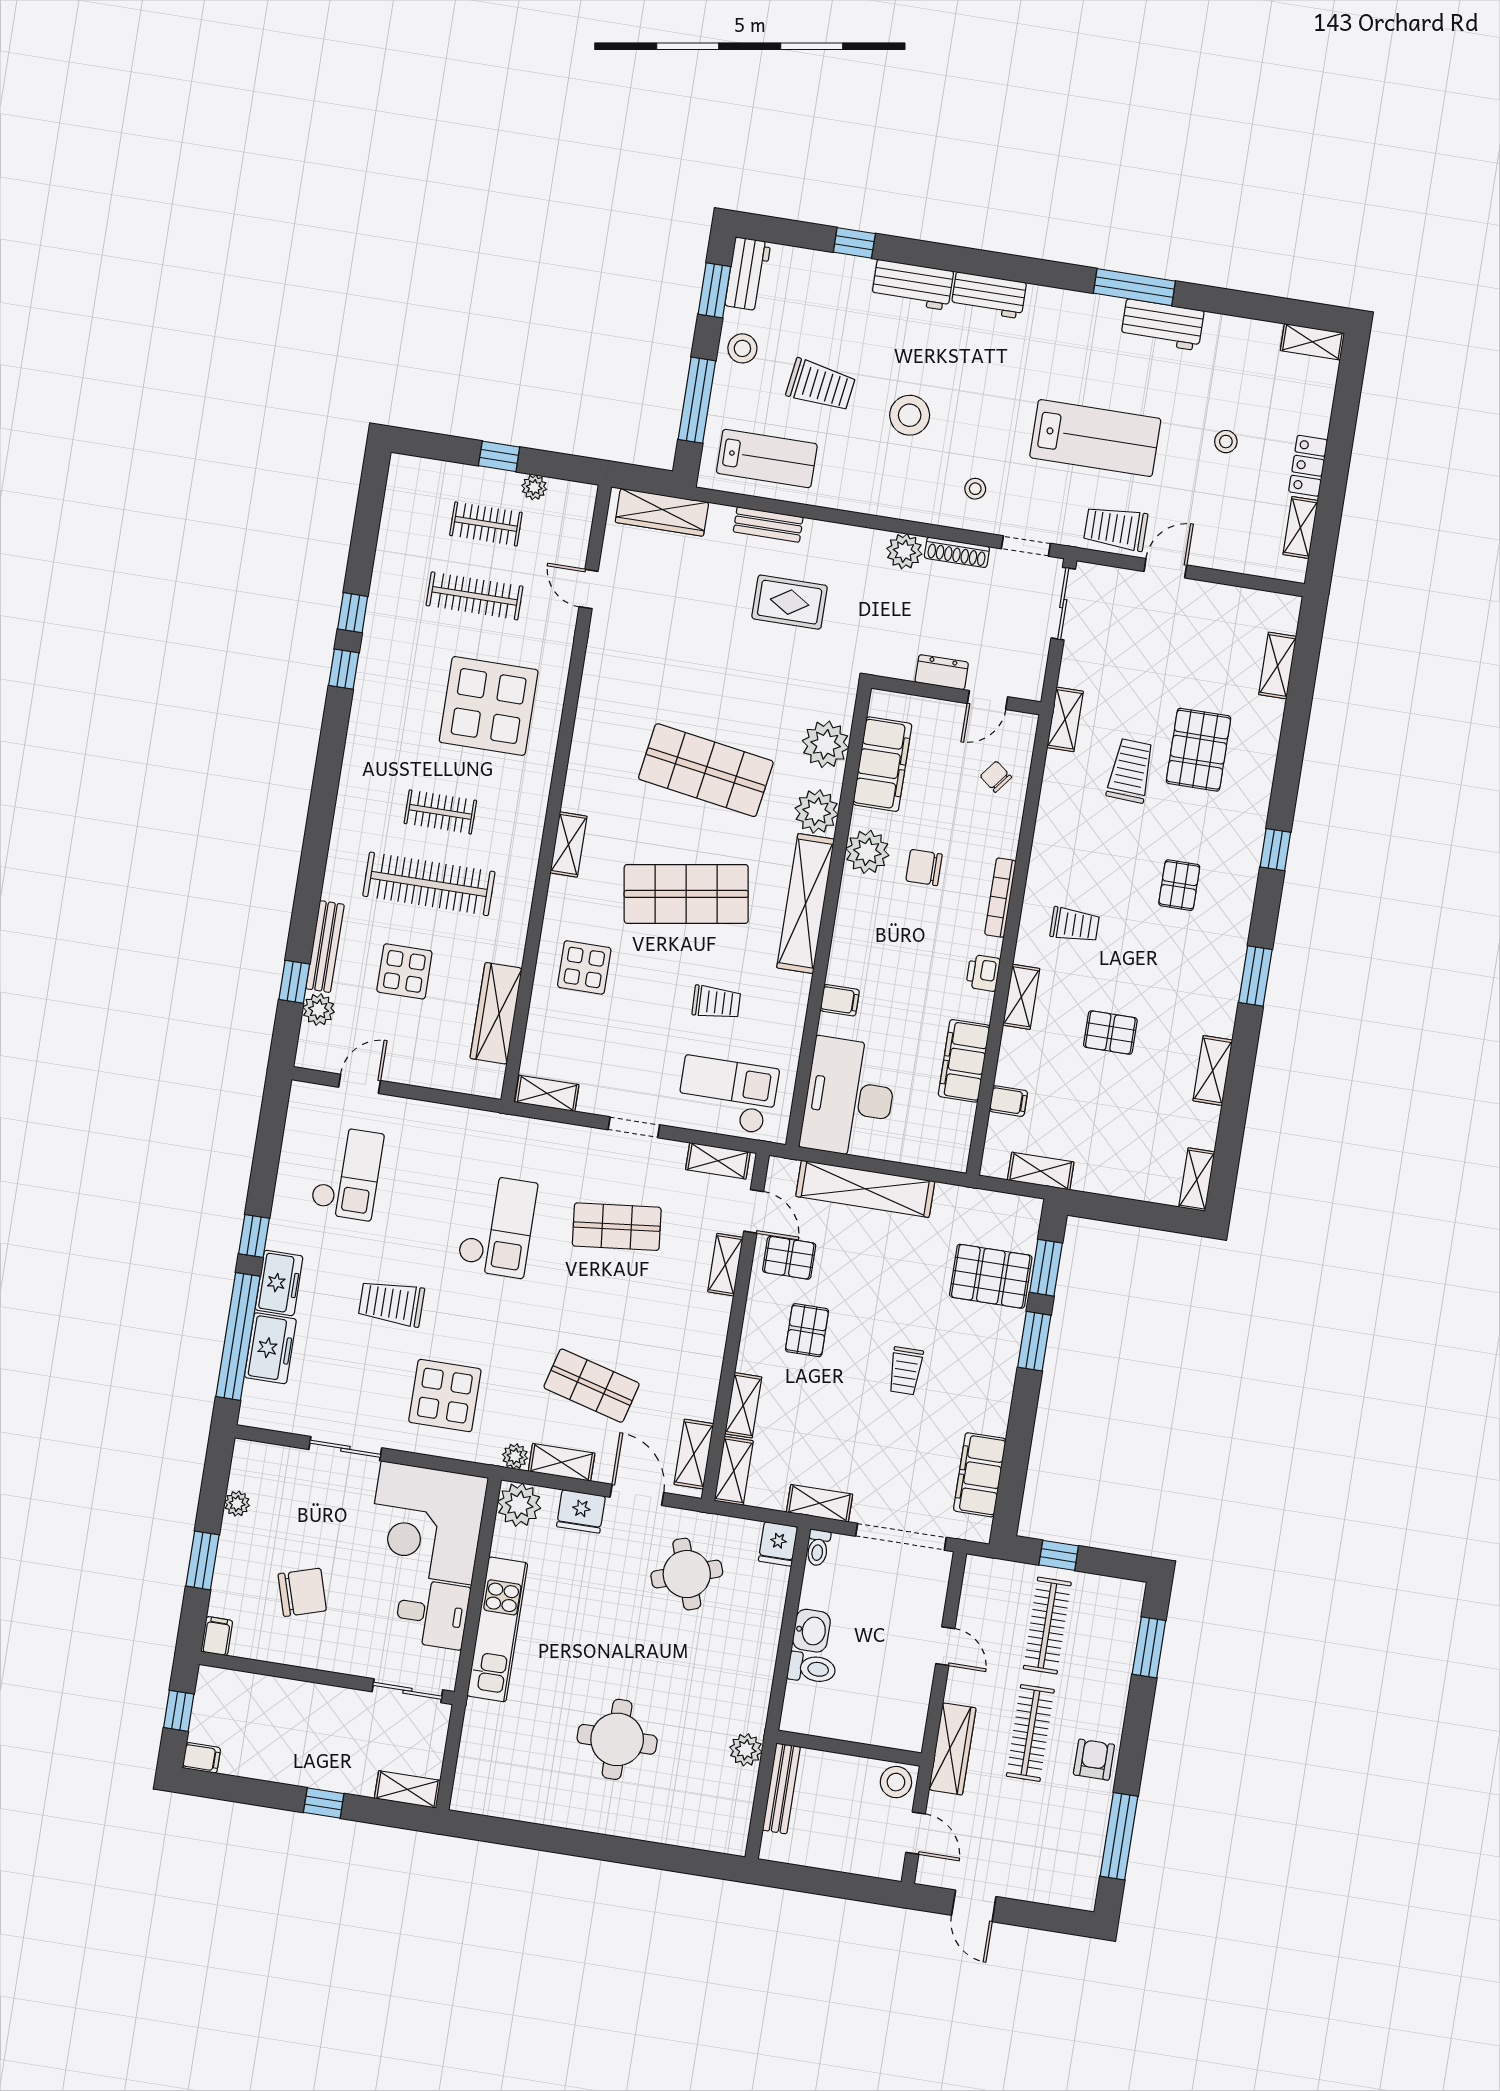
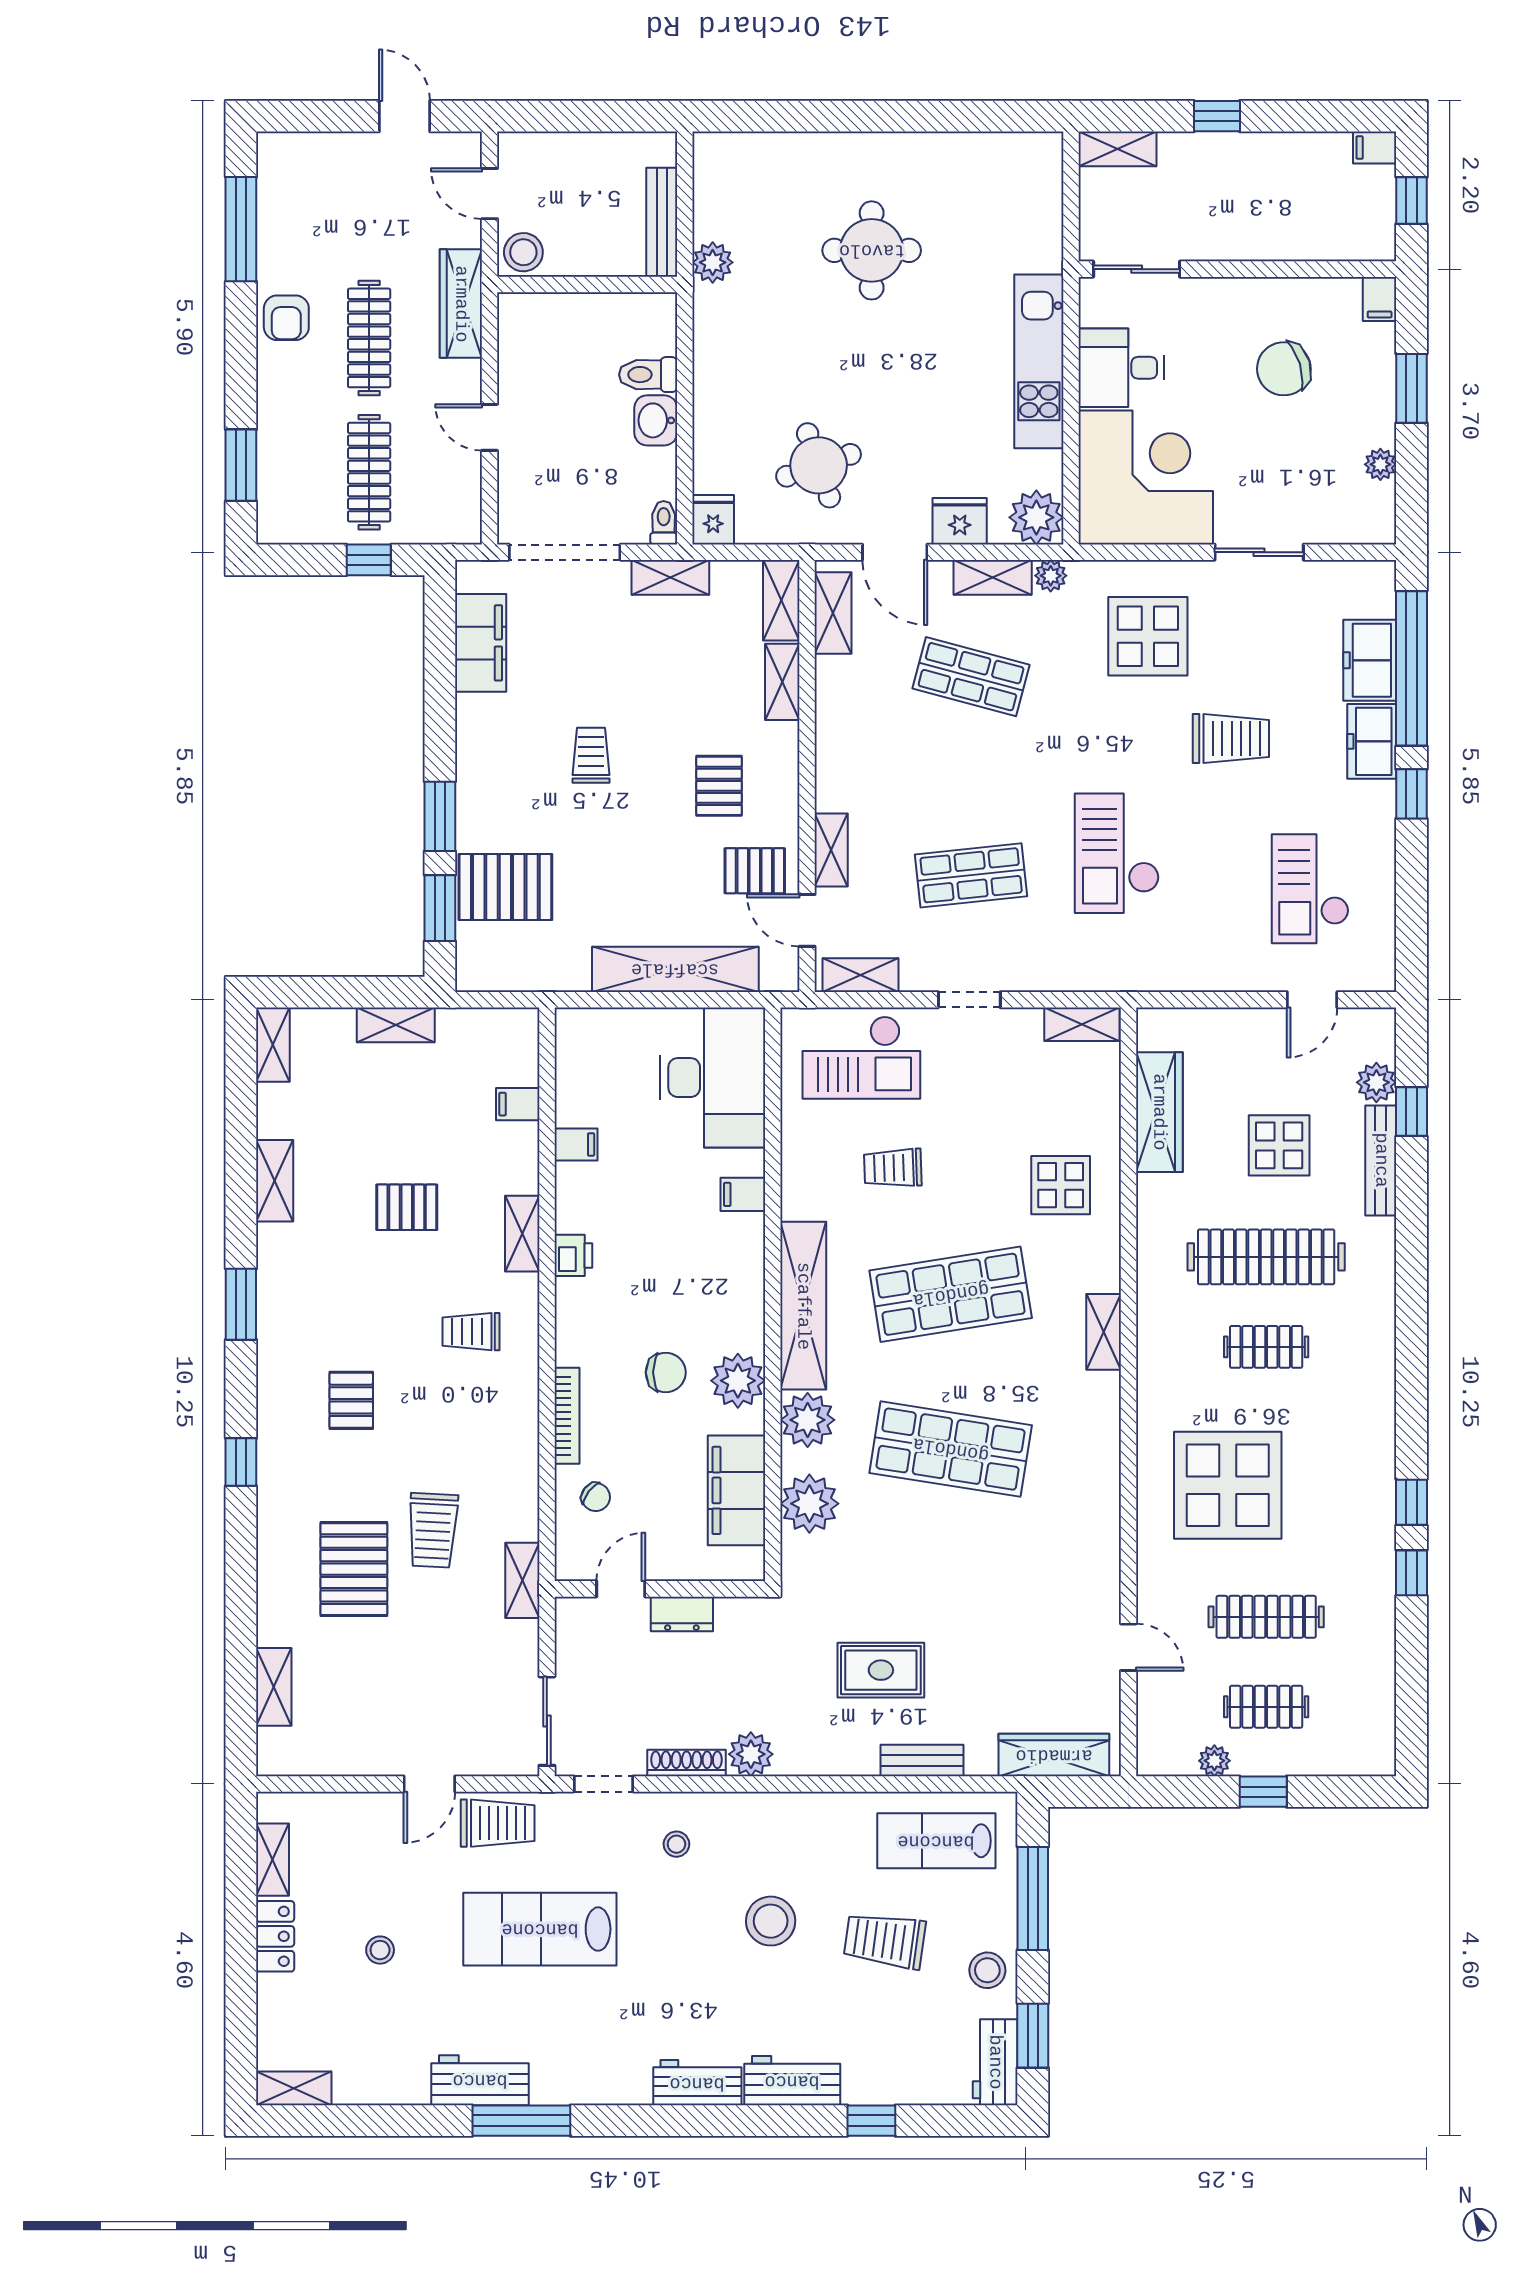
bookcase: (1000, 898) -> (567, 1416), moved
filing cabinet: (964, 1061) -> (576, 1145), width x0.33, depth x0.86
shelving: (1041, 1171) -> (396, 1025), moved

